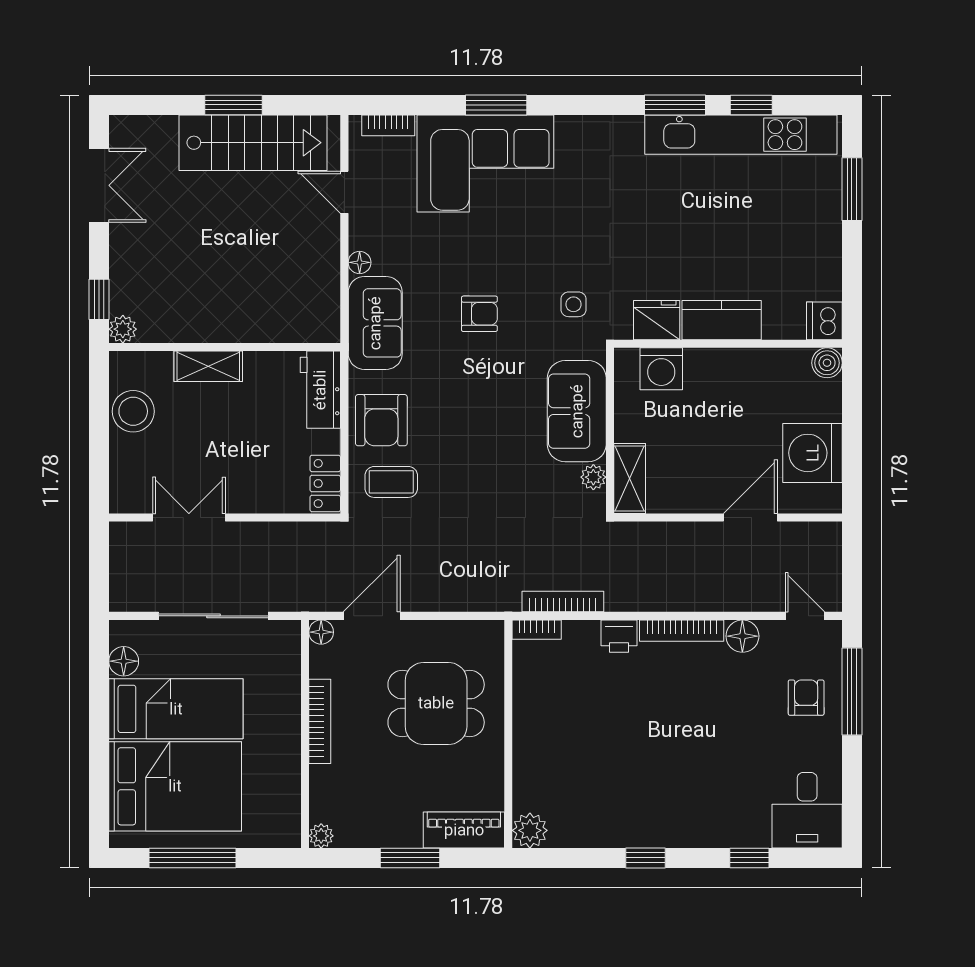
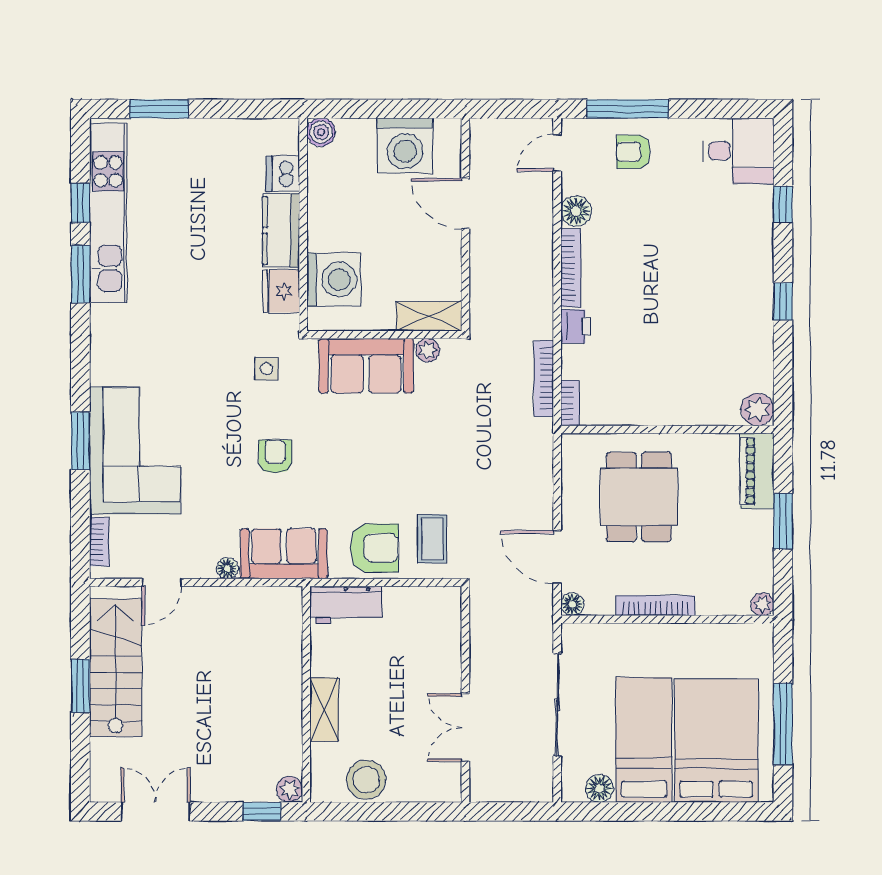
dishwasher: (824, 321) -> (283, 173), moved, turned 90
washing machine: (661, 369) -> (334, 280), width x1.37, depth x1.37
locker: (325, 483) -> (434, 600), removed

